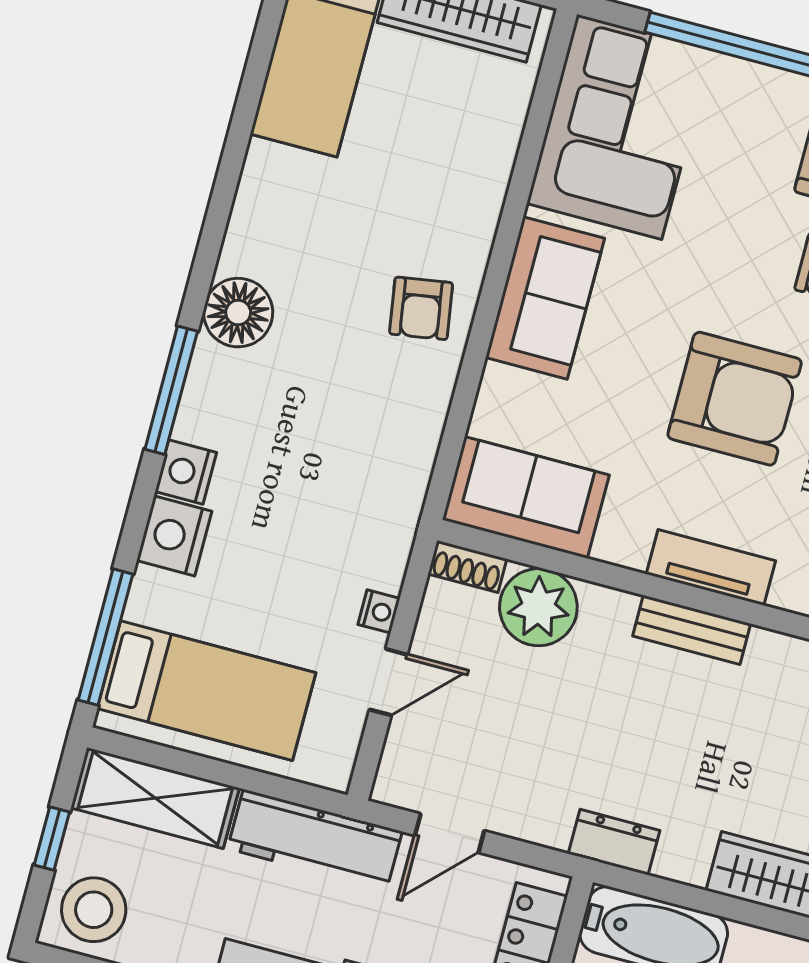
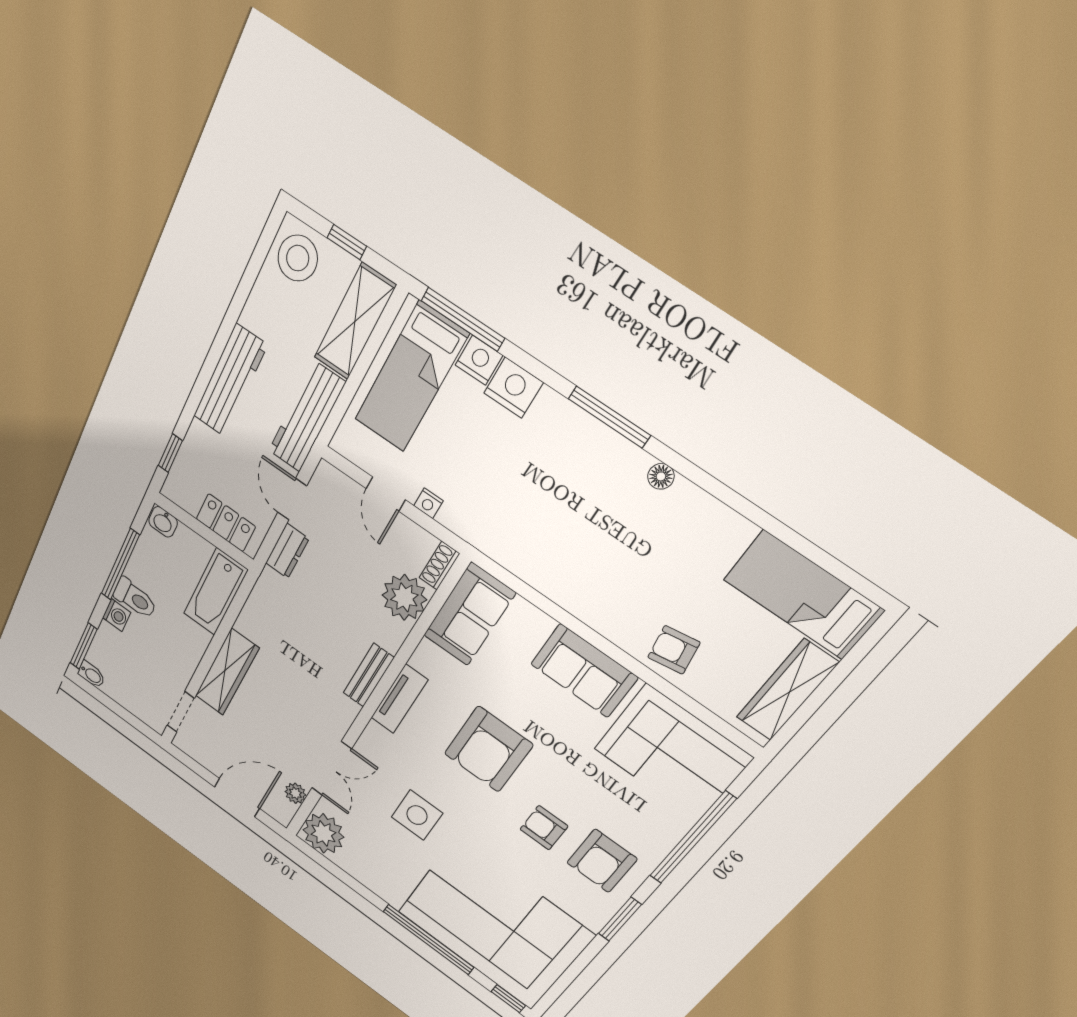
armchair: (421, 308) -> (674, 650), moved
floor lamp: (238, 313) -> (661, 476), width x0.53, depth x0.53
nightstand: (186, 472) -> (479, 360), moved
dresser: (614, 842) -> (287, 551), moved

